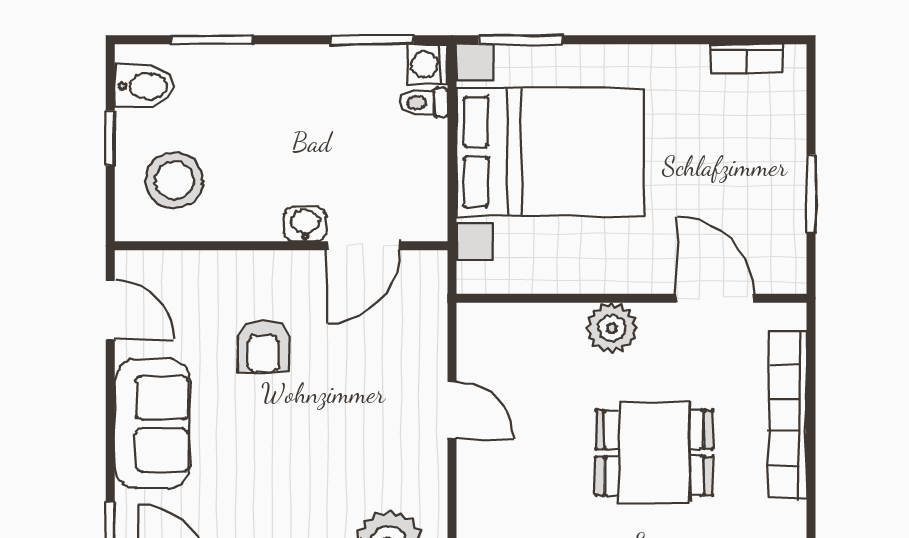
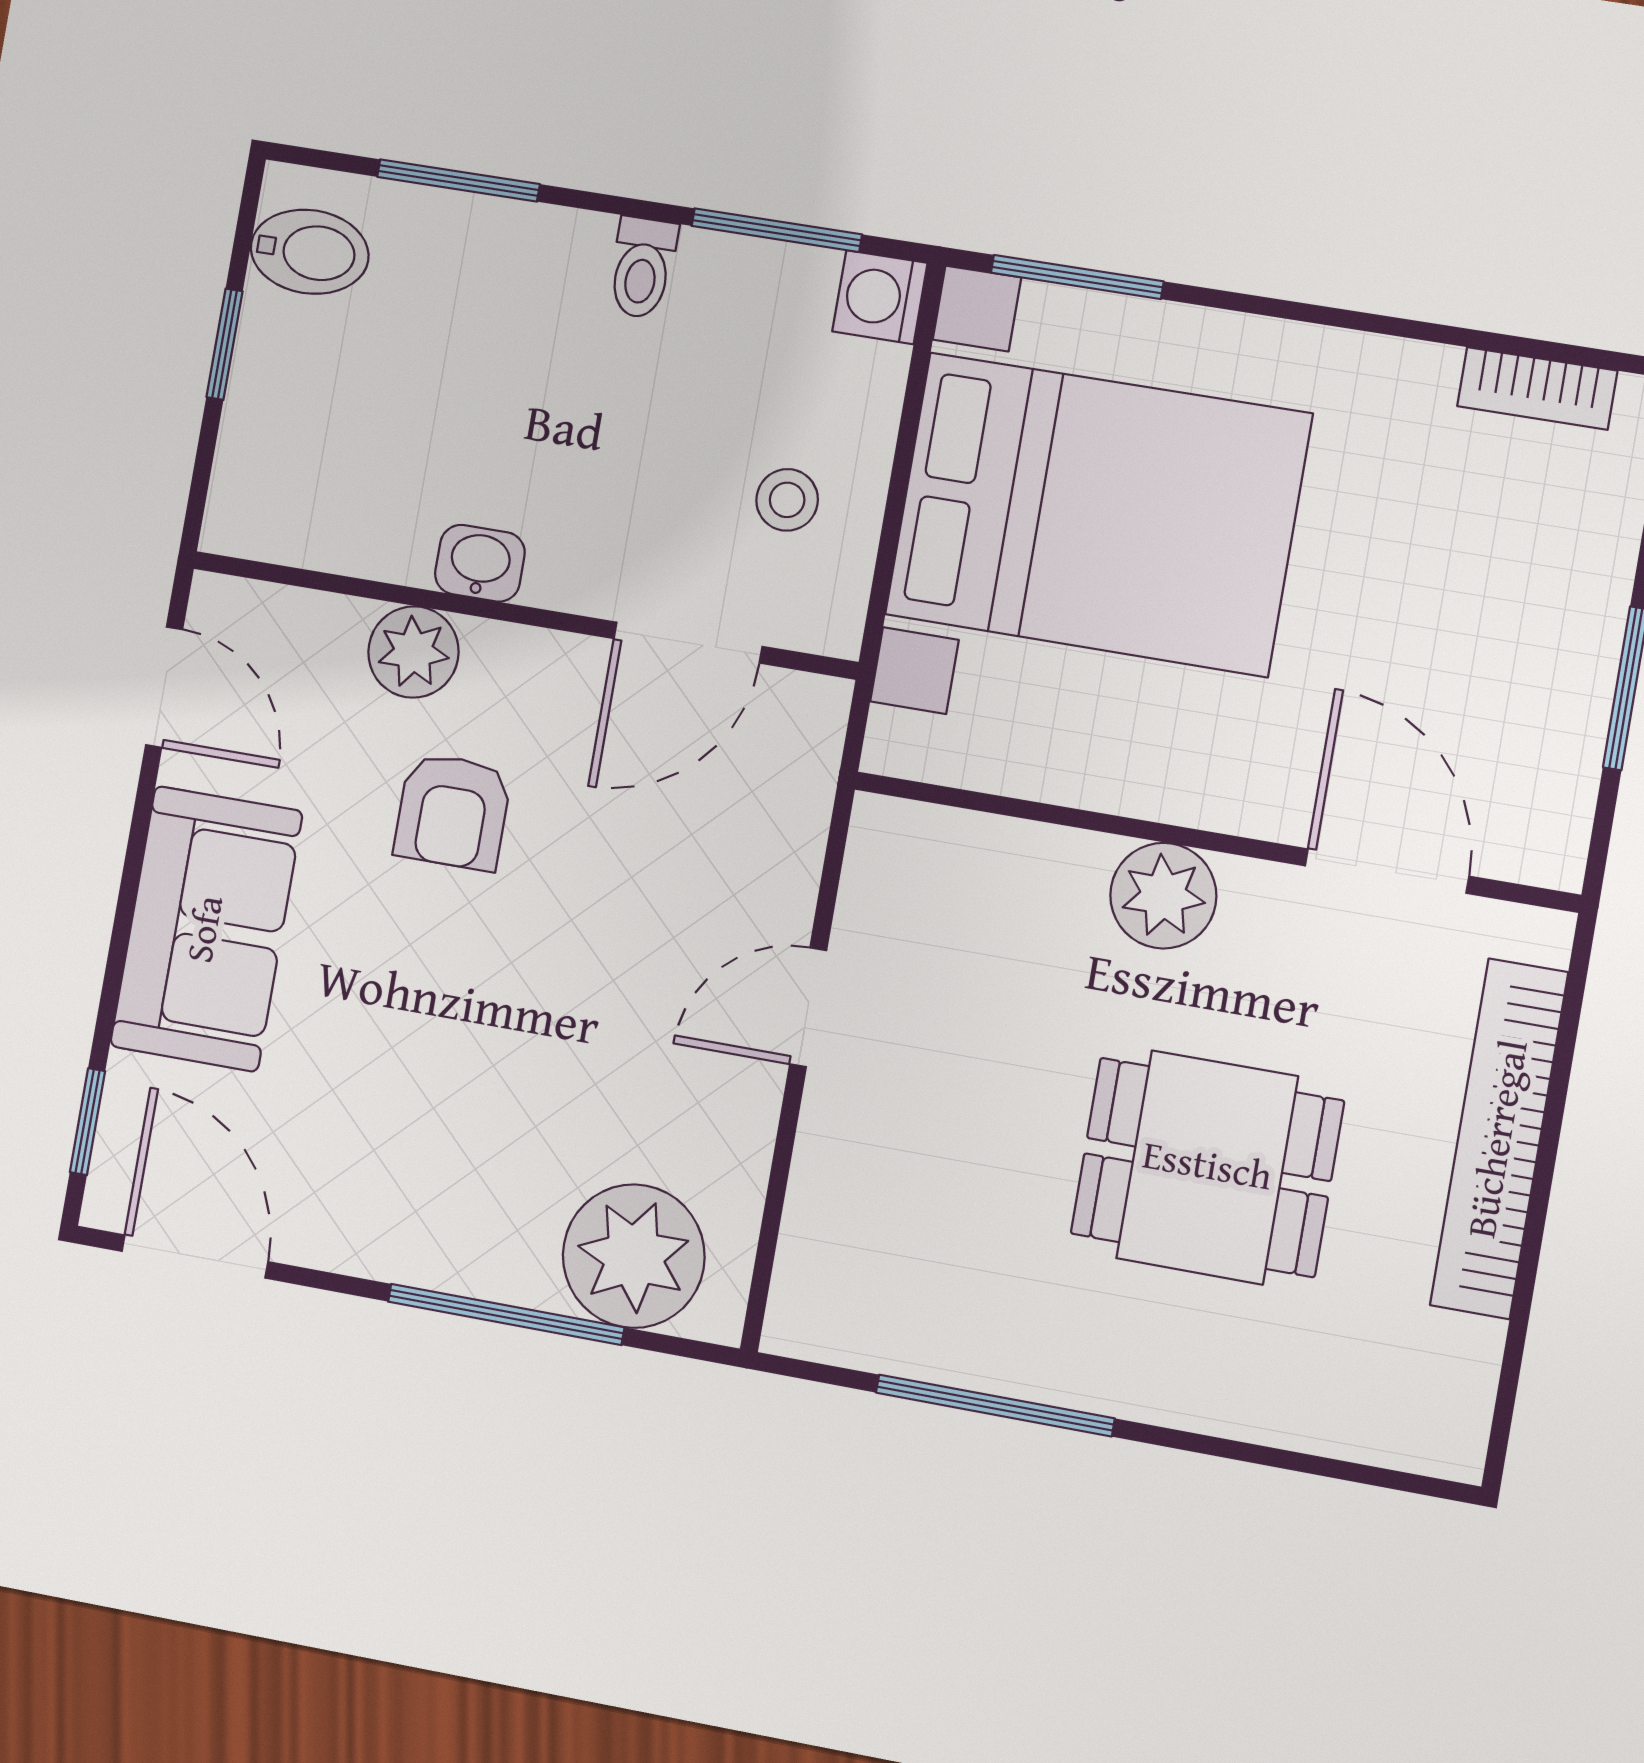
toilet: (424, 103) -> (642, 268), moved, turned -90
stool: (174, 181) -> (787, 500), moved, width x0.53, depth x0.53
washbasin: (305, 224) -> (480, 563), moved
plant: (230, 273) -> (413, 652), added
door: (452, 410) -> (808, 1007), swing flipped

